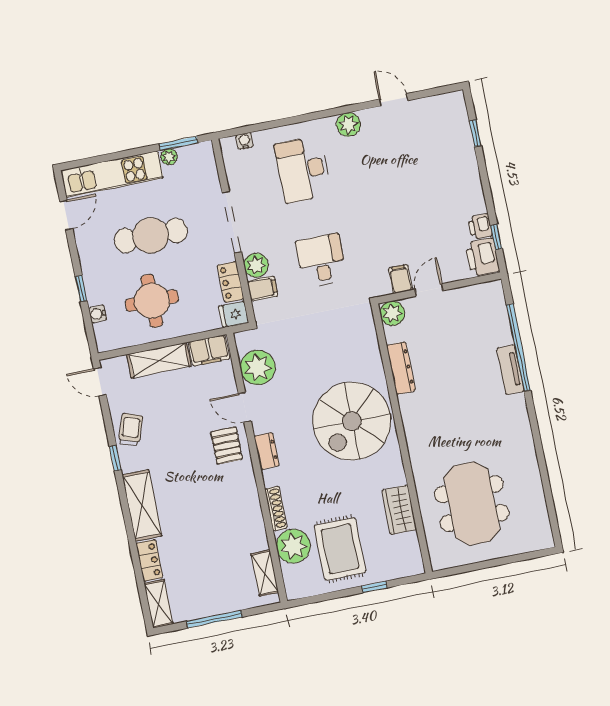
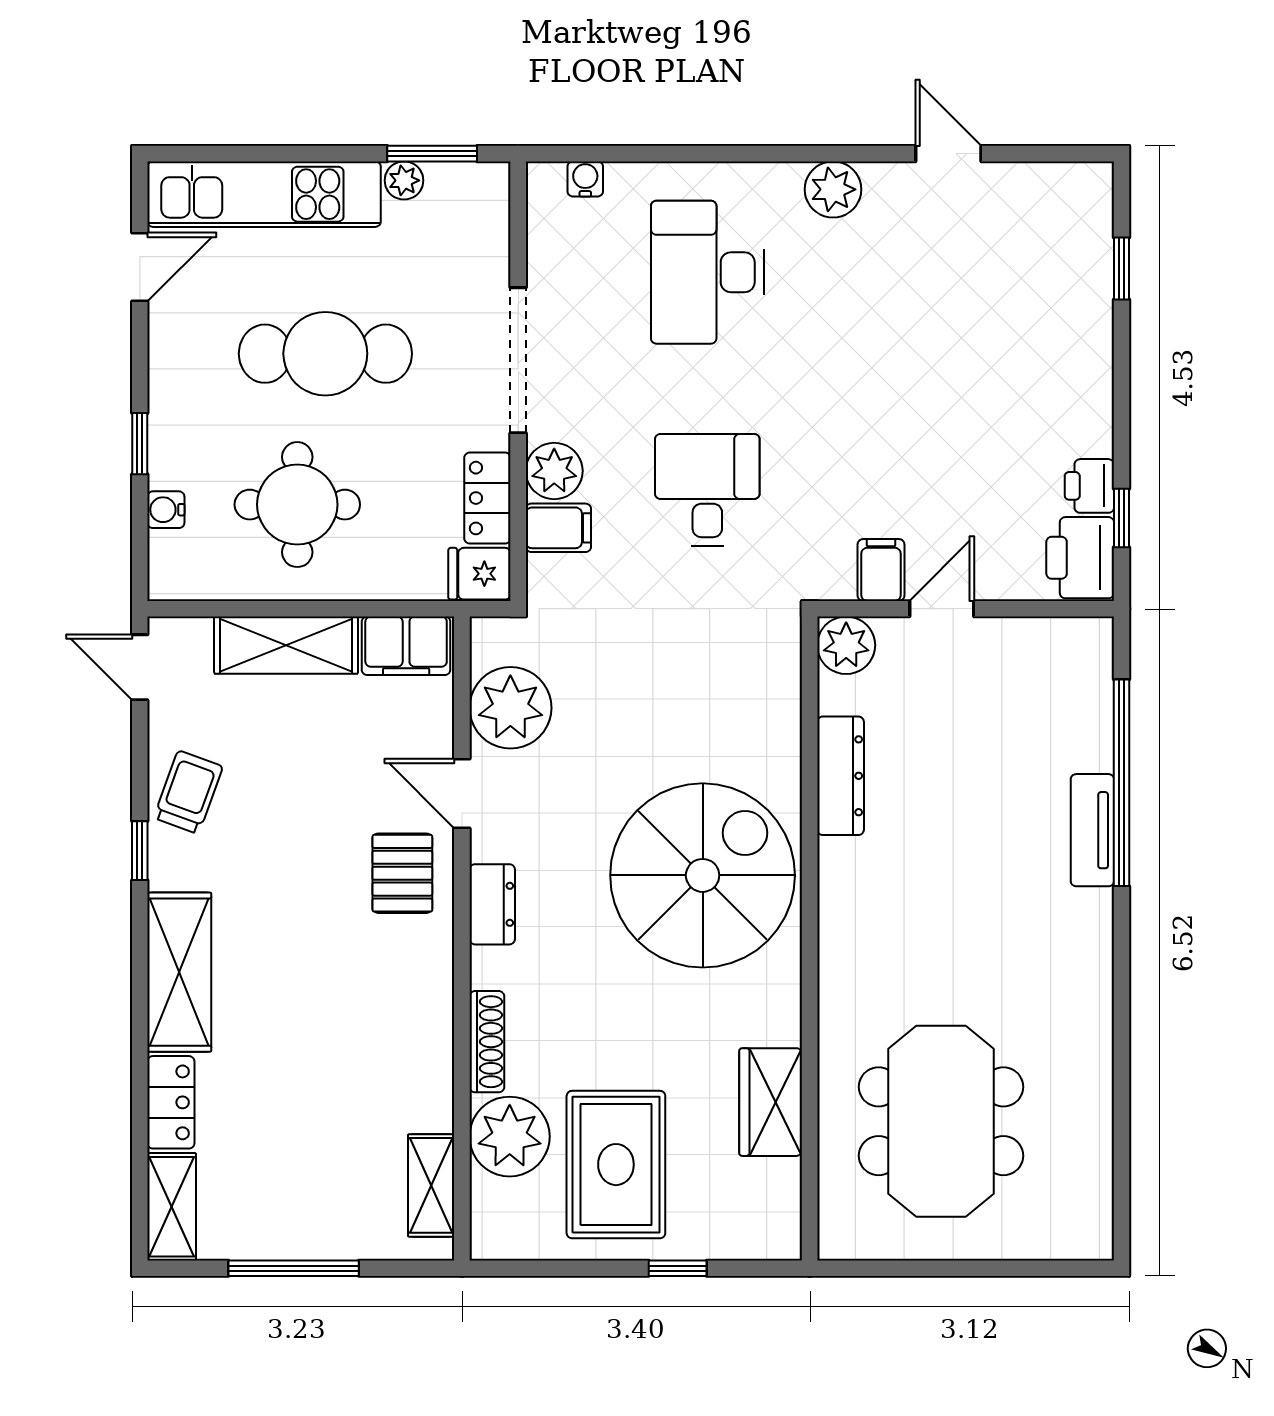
spiral stairs: (352, 421) -> (703, 875), turned 180

